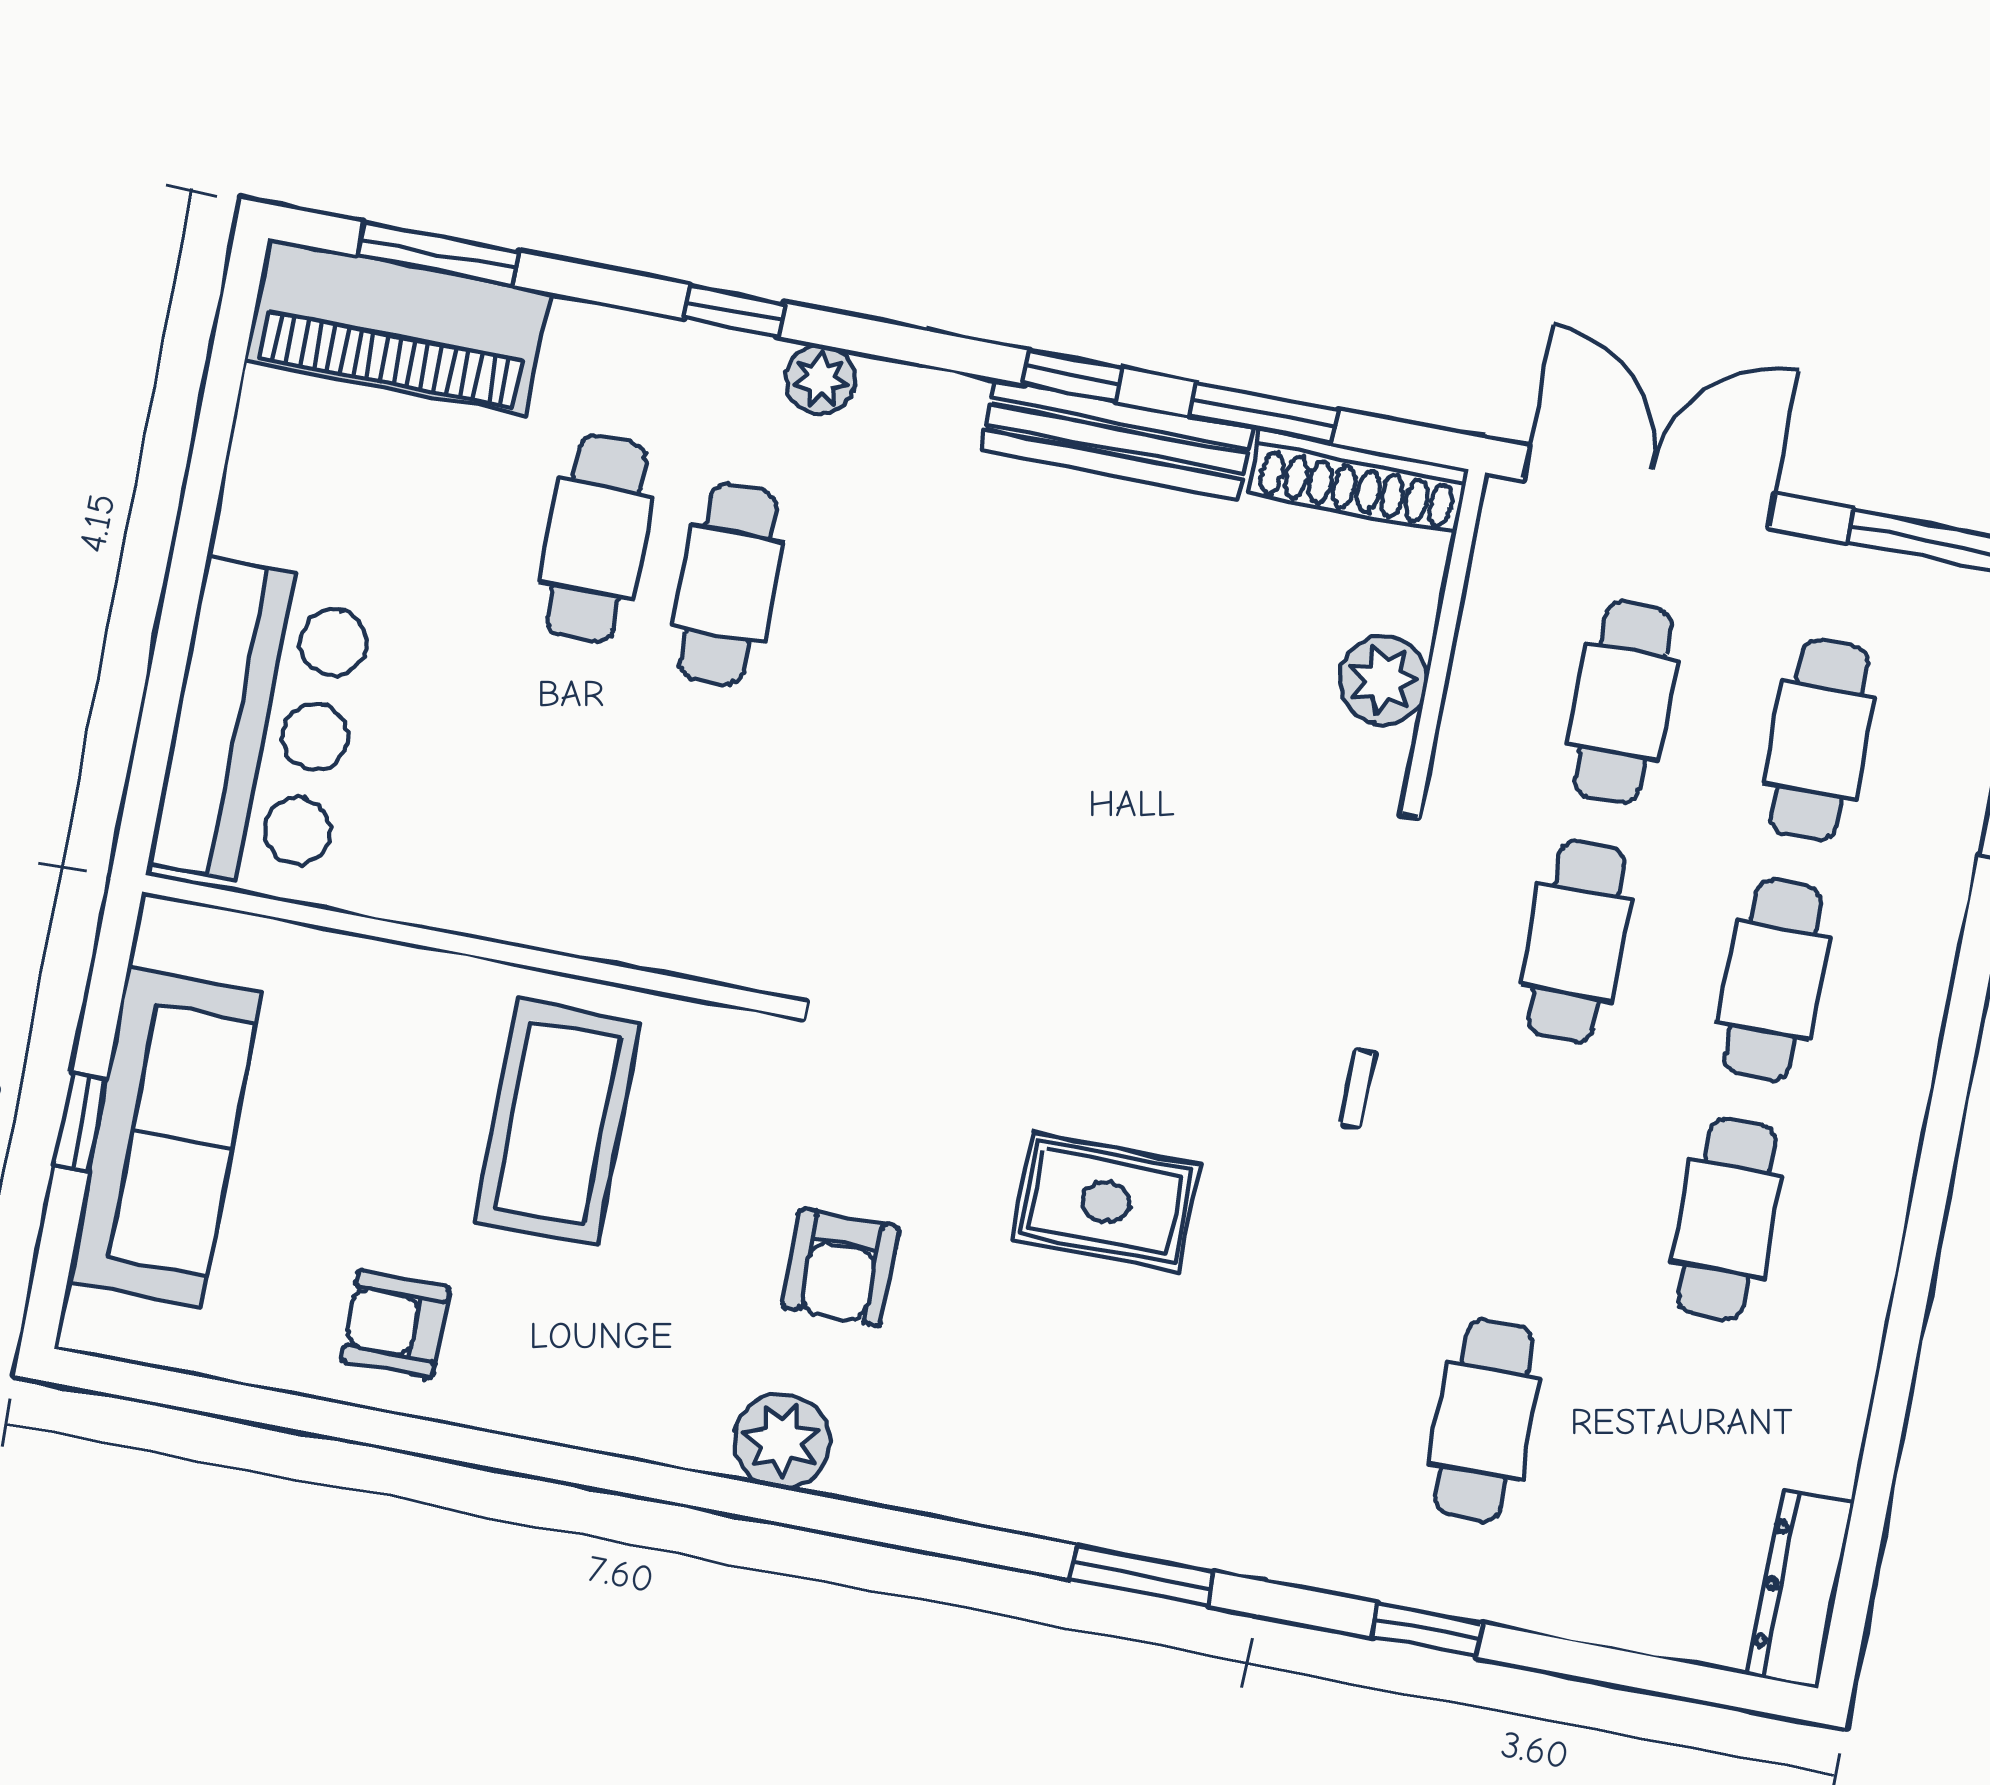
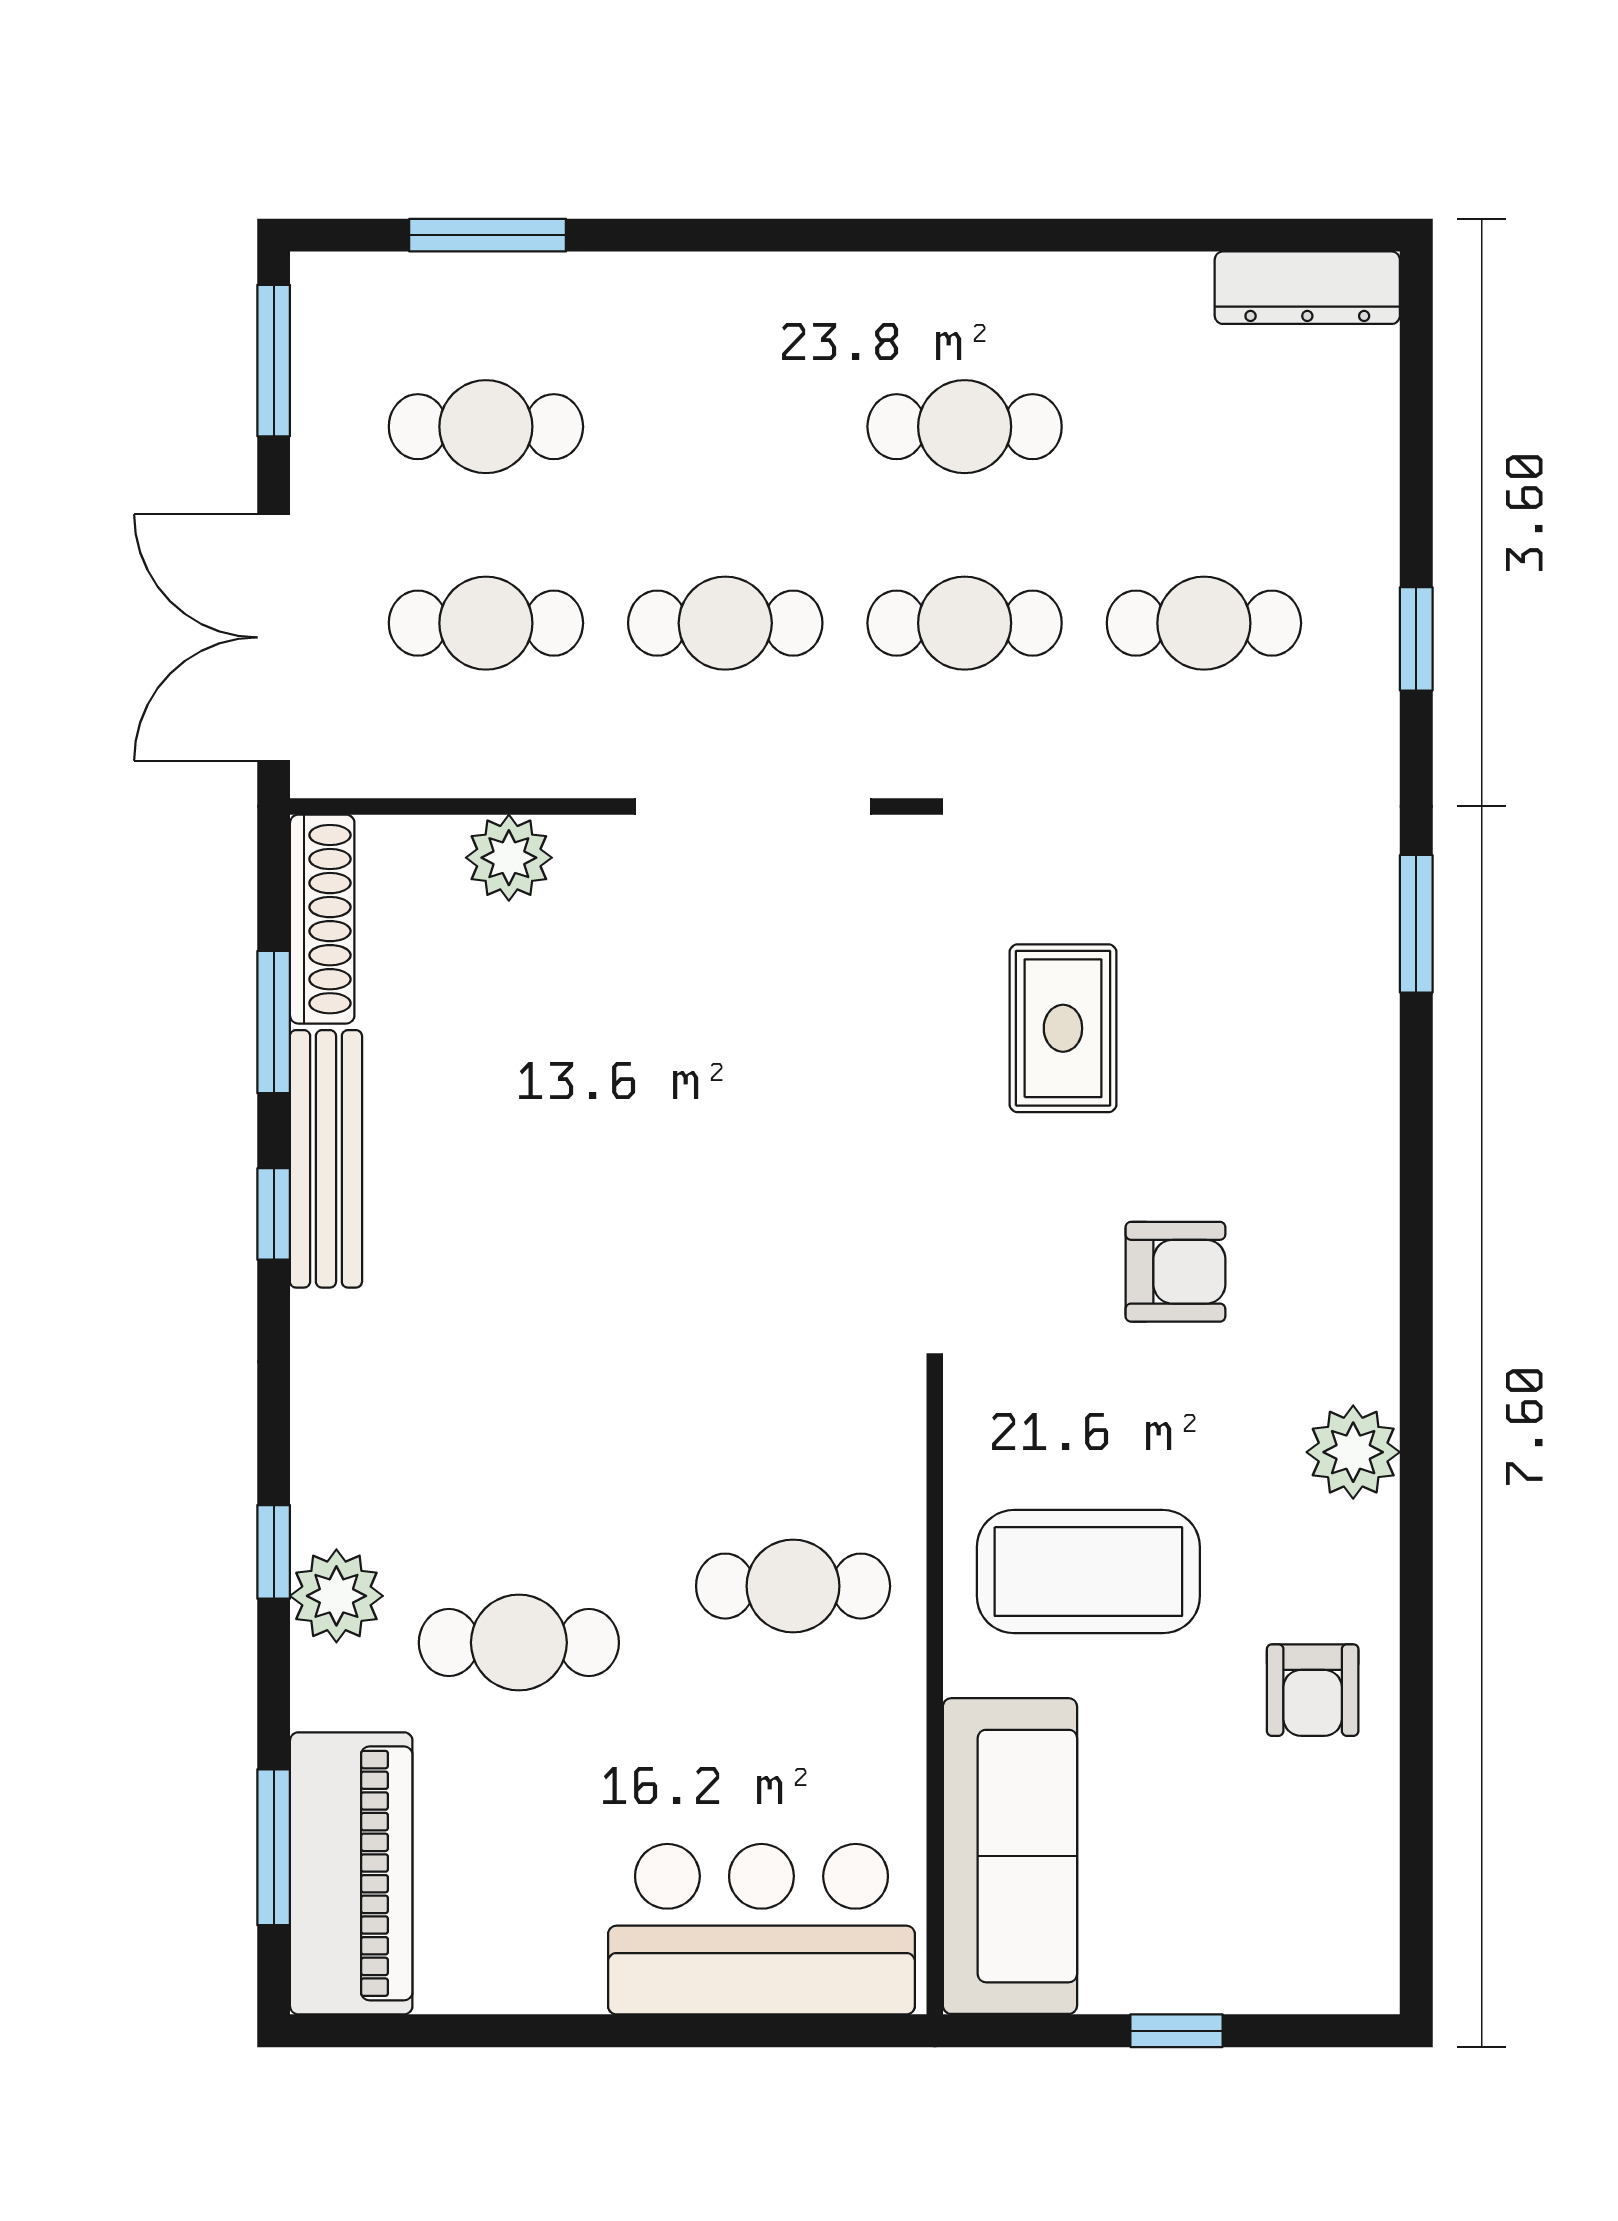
plant: (820, 380) -> (336, 1596), moved, width x1.38, depth x1.38
cafe table: (728, 584) -> (793, 1586), moved
cafe table: (1773, 980) -> (965, 623), moved
sofa: (164, 1137) -> (1010, 1856), moved, turned 90
plant: (782, 1441) -> (1353, 1452), moved

